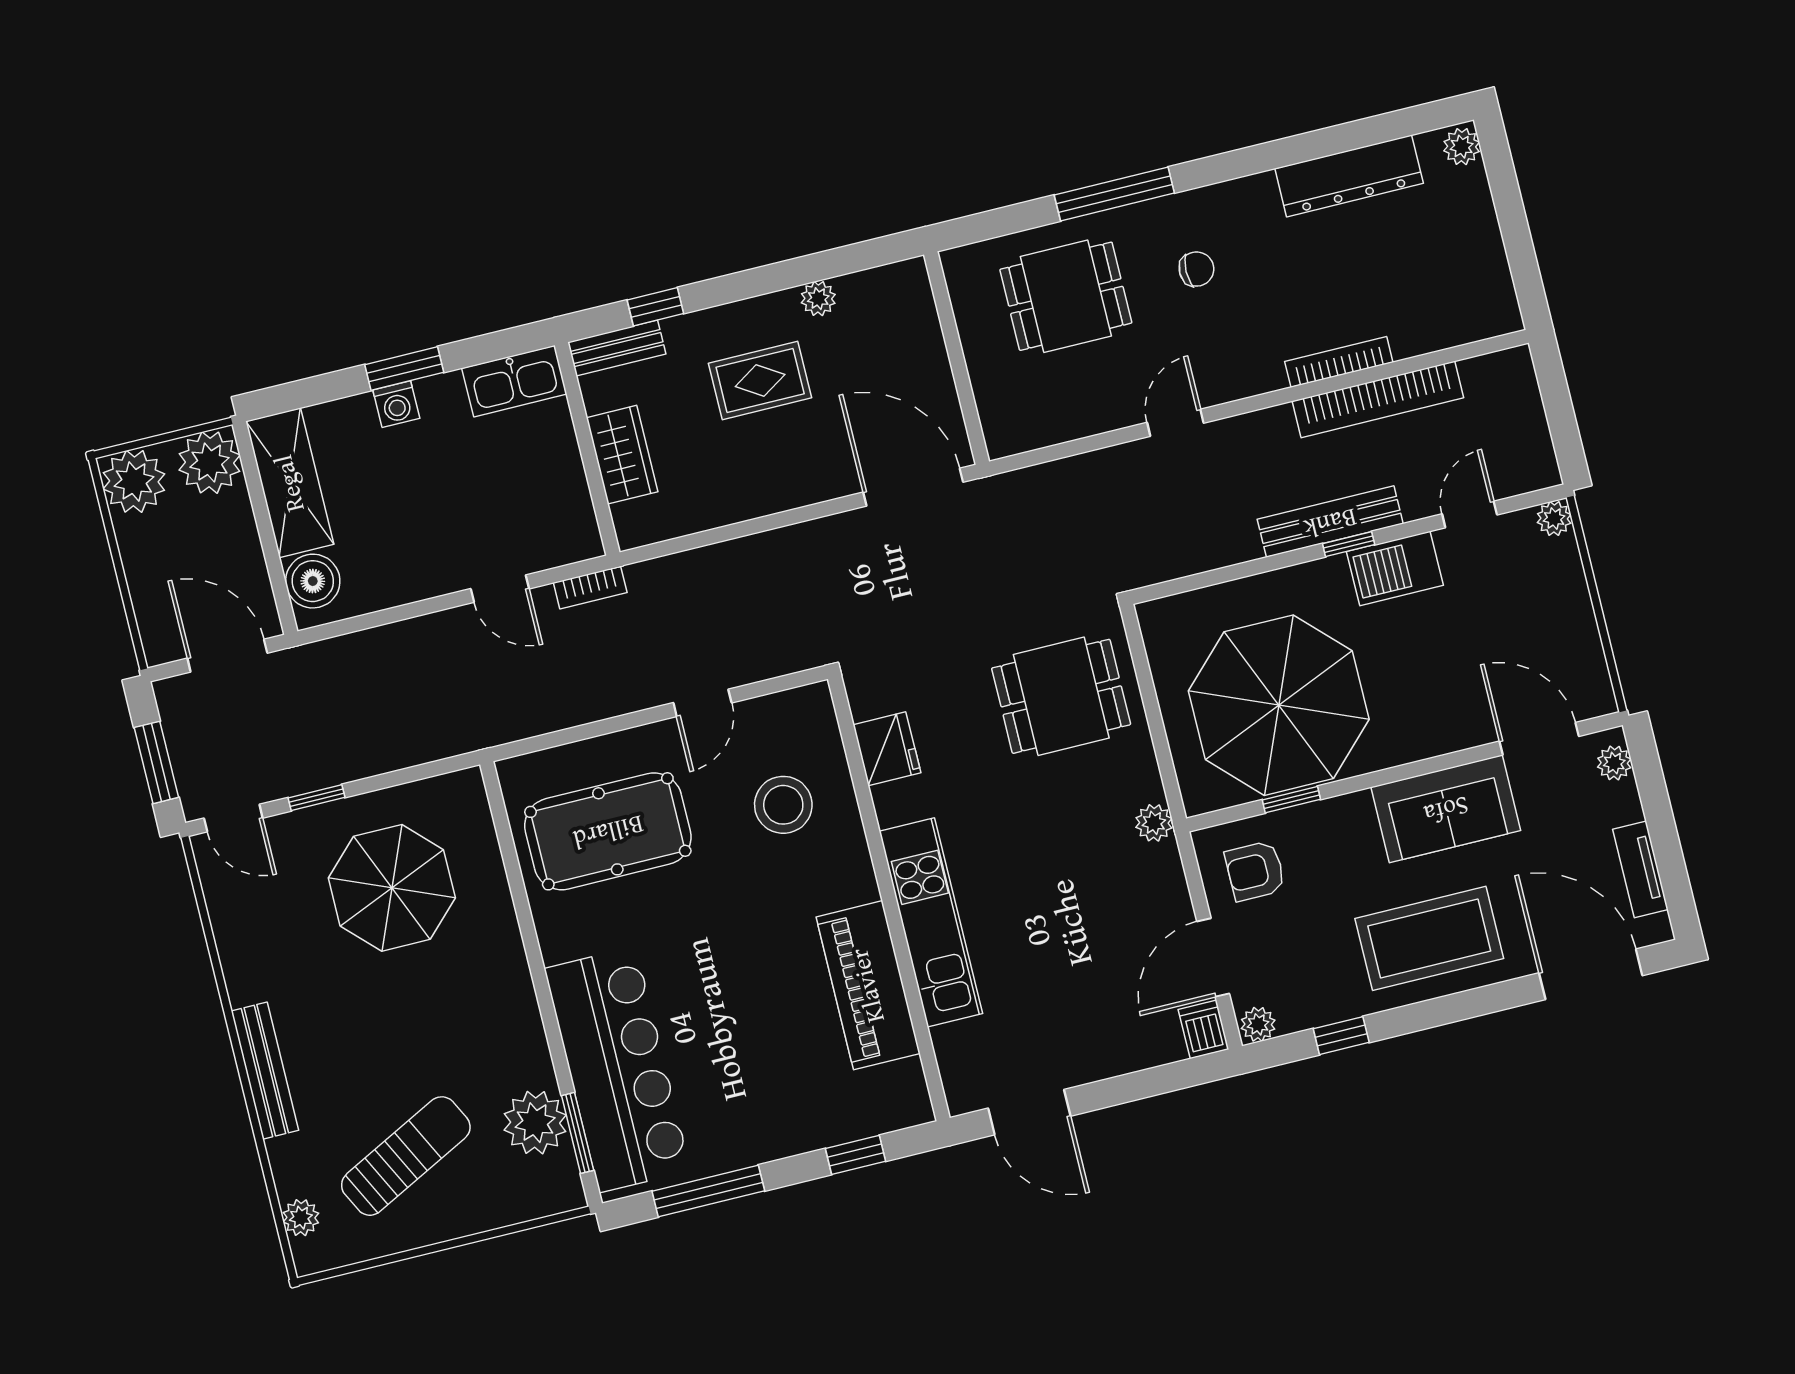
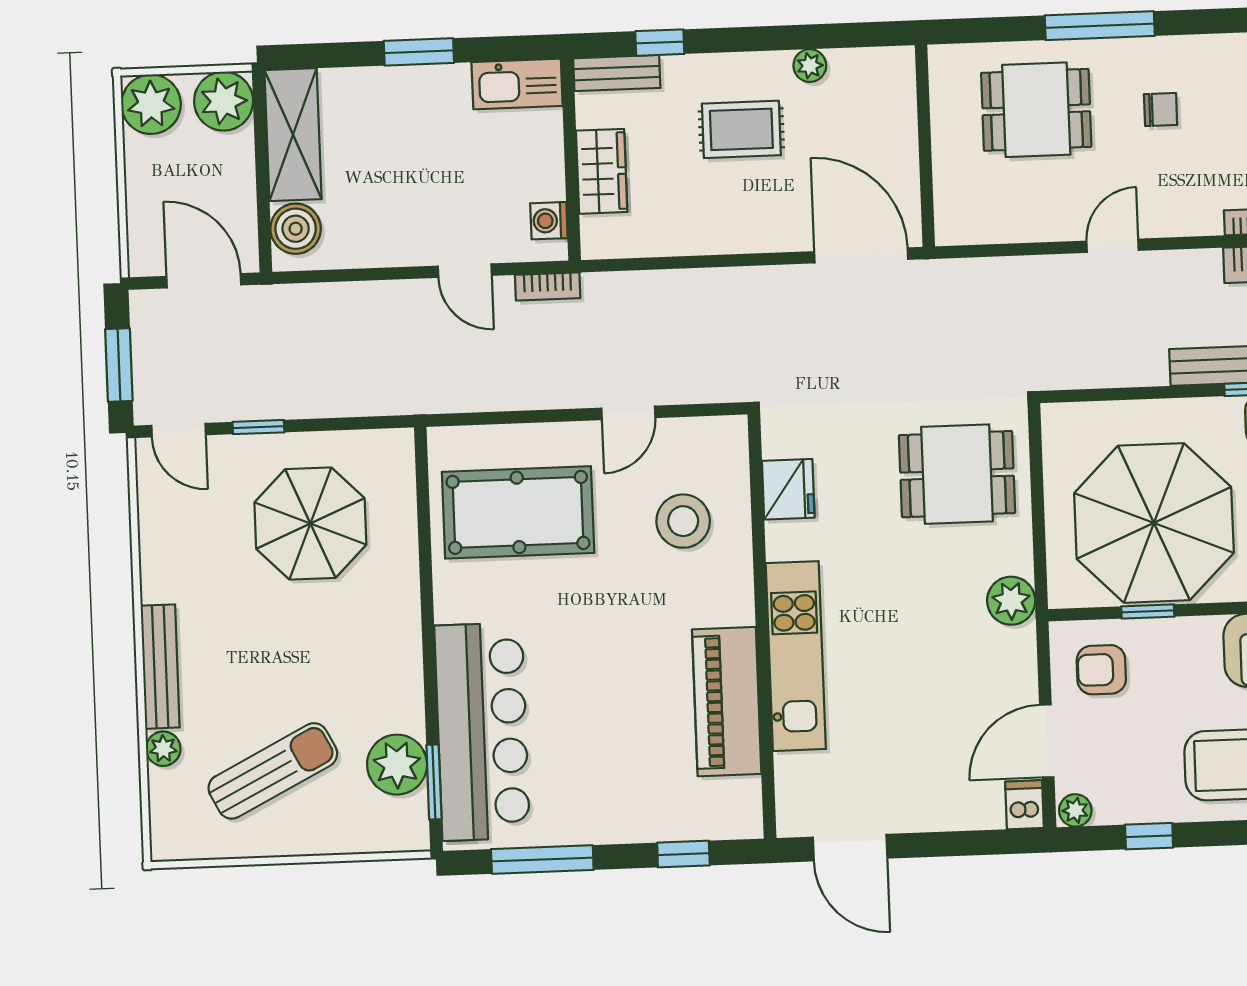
washing machine: (396, 404) -> (549, 221), moved, turned 90
plant: (1154, 823) -> (1011, 601), width x1.38, depth x1.38
plant: (301, 1218) -> (163, 749), moved

